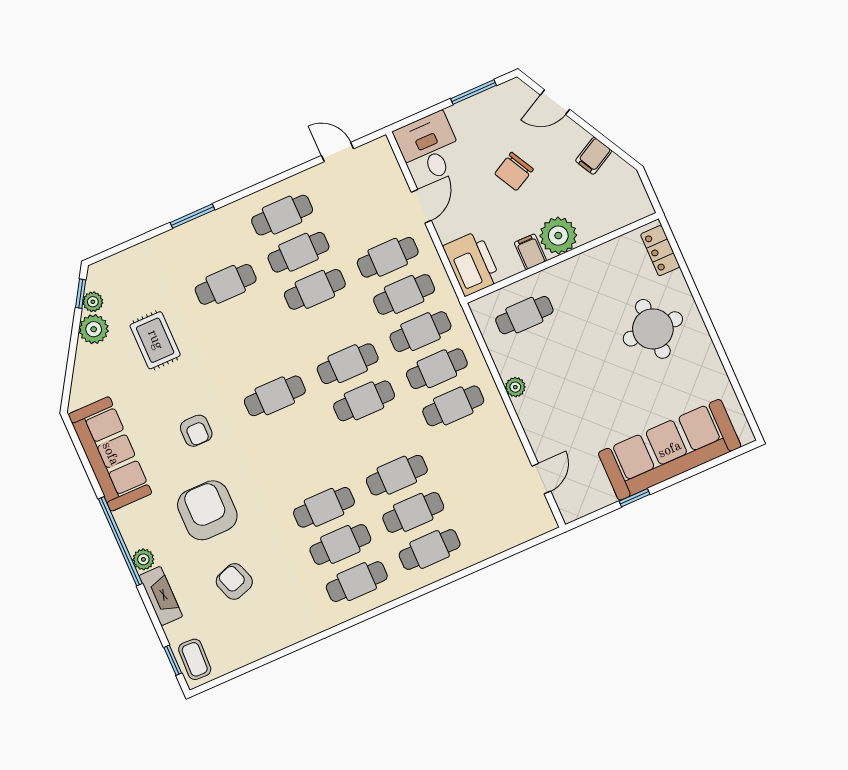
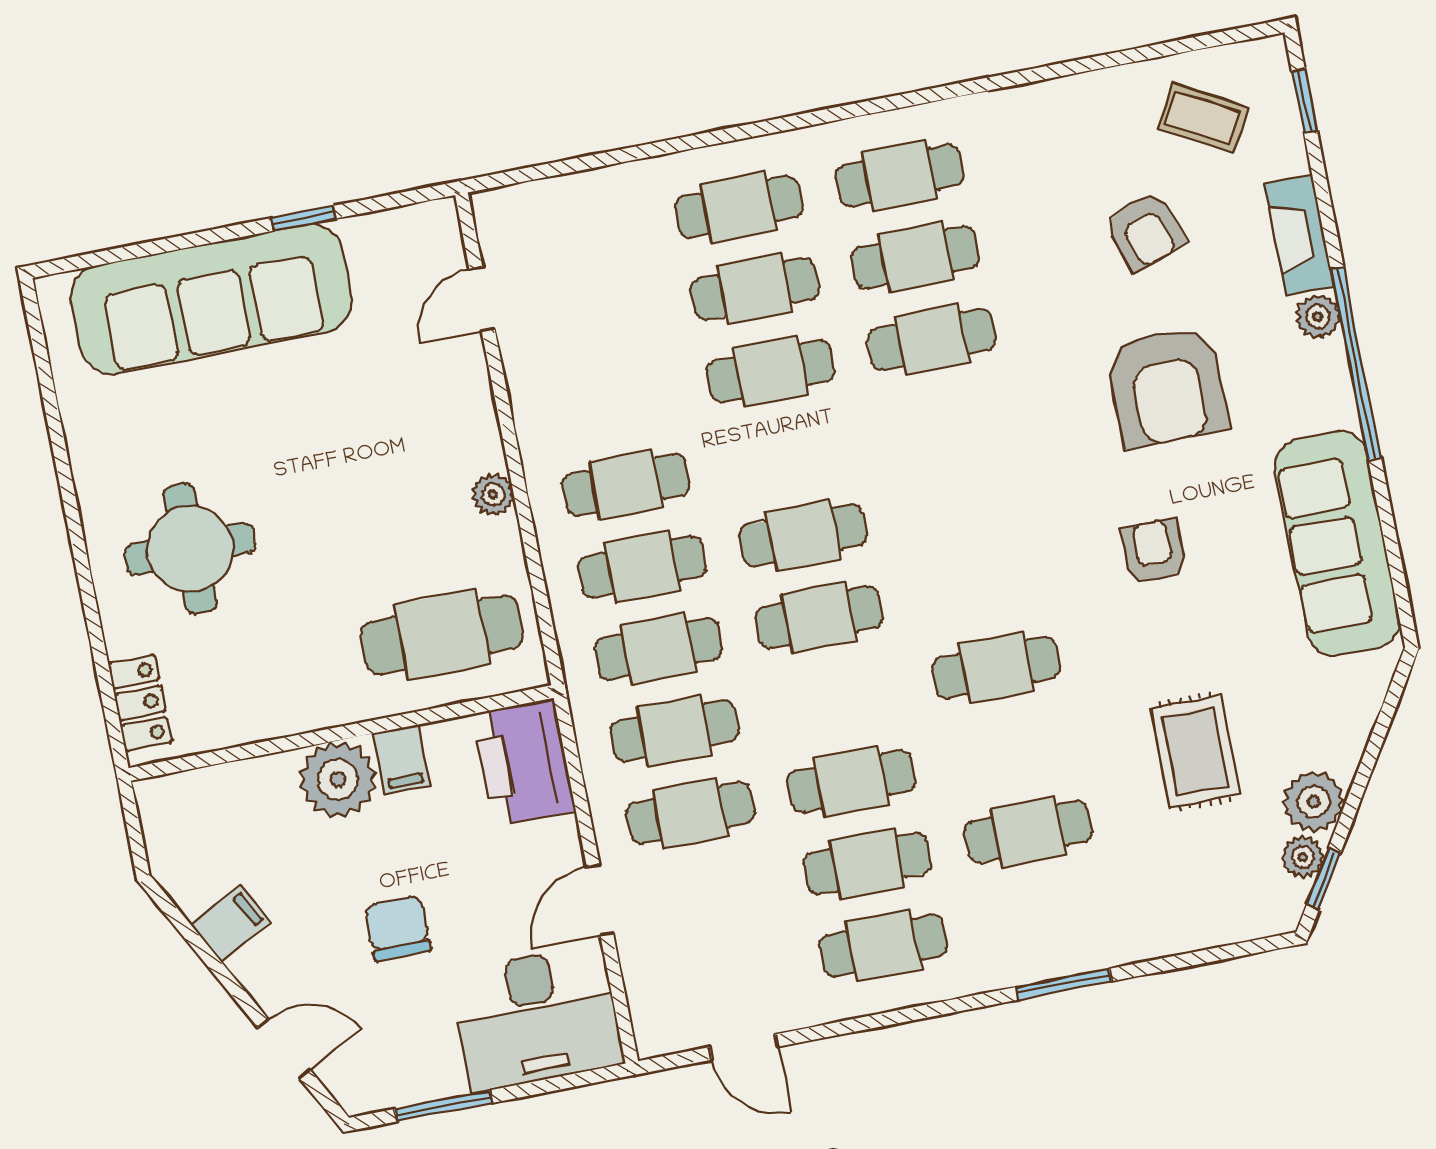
desk: (429, 148) -> (536, 1018), width x1.37
chair: (514, 171) -> (398, 928), turned -62
cafe table: (524, 315) -> (442, 635), width x1.37, depth x1.35
cafe table: (275, 396) -> (996, 668), moved
coffee table: (195, 659) -> (1203, 118), moved, turned -63

